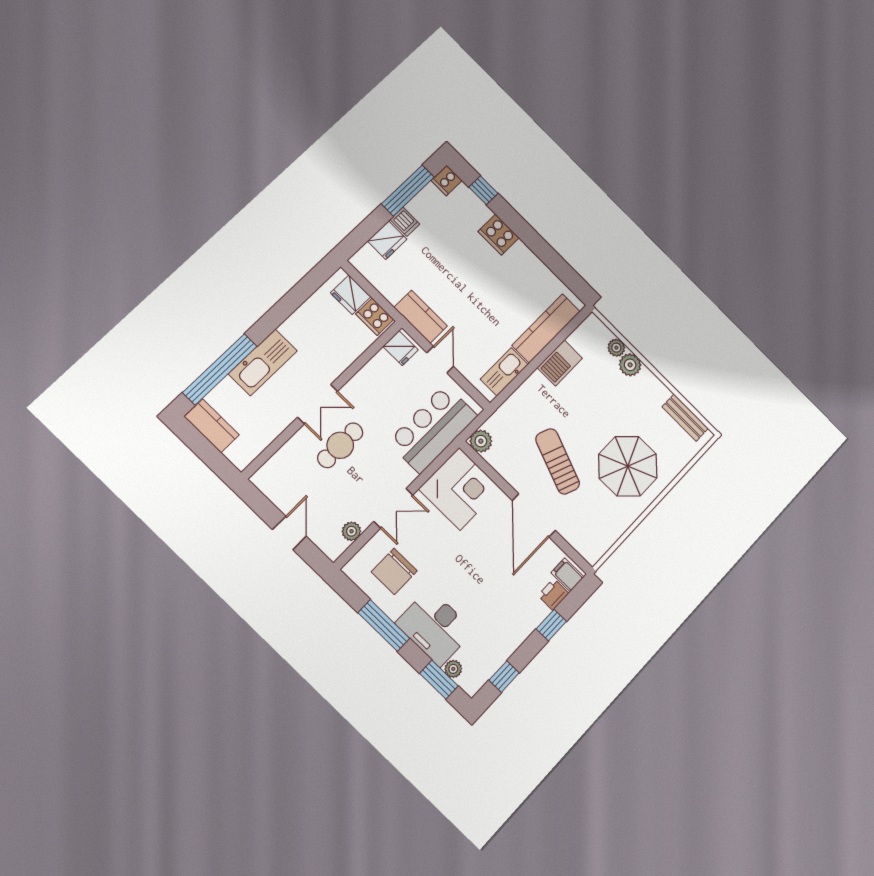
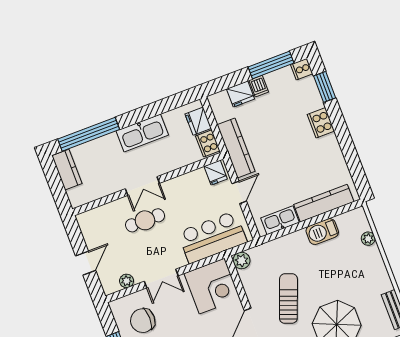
window: (483, 190) -> (325, 87), width x1.50
kitchen counter: (421, 317) -> (236, 148), width x1.50
kitchen sink: (263, 362) -> (142, 133), moved
plant: (630, 365) -> (372, 255), removed

